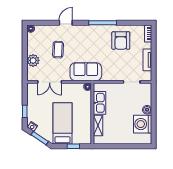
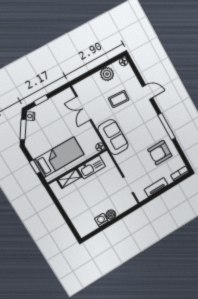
plant: (33, 60) -> (107, 74), moved
bed: (63, 123) -> (59, 157), moved
washing machine: (143, 124) -> (101, 220), width x0.53, depth x0.53

